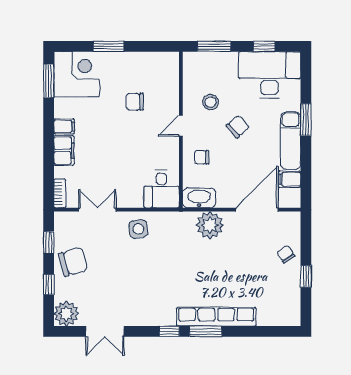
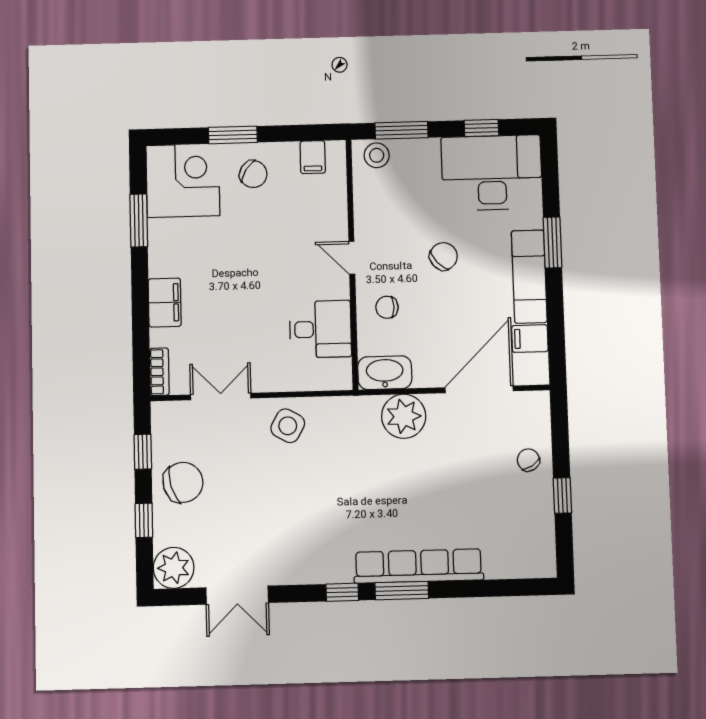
window: (49, 81) -> (139, 220), moved
chair: (135, 102) -> (253, 174), moved, turned -147
stool: (211, 102) -> (377, 155), moved
filing cabinet: (64, 126) -> (313, 157), moved, turned 90
door: (181, 126) -> (352, 258), hinge flipped
desk: (161, 189) -> (320, 329), moved, turned -90
side table: (138, 229) -> (288, 426), turned 37

